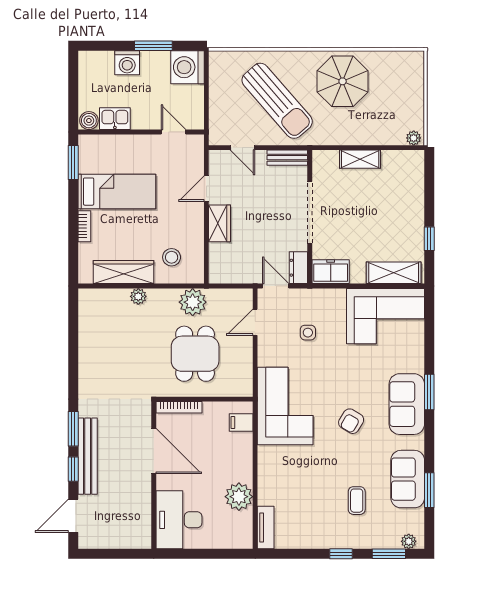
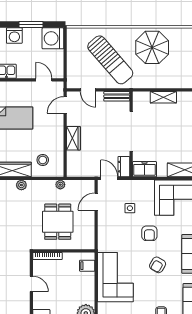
door: (206, 189) -> (65, 105), moved
plant: (193, 302) -> (60, 185), width x0.53, depth x0.53
armchair: (338, 372) -> (149, 233), added
corner sofa: (285, 406) -> (115, 277), moved
door: (154, 451) -> (31, 284), width x0.53

